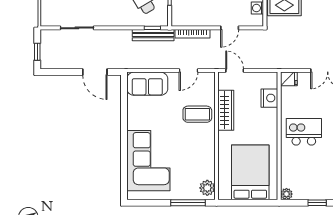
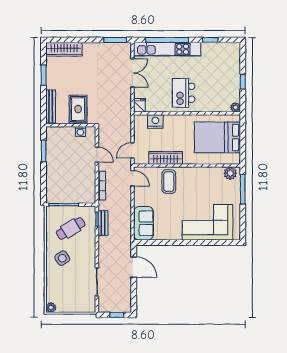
bench: (153, 35) -> (103, 223), width x0.73
door: (189, 71) -> (132, 178), moved
door: (95, 72) -> (134, 267), hinge flipped

